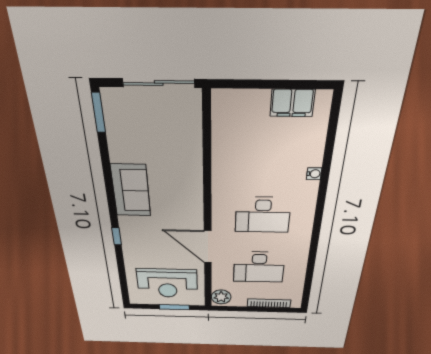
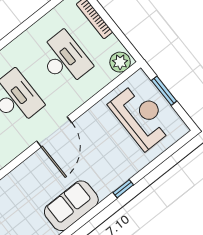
door: (208, 247) -> (54, 132), moved

